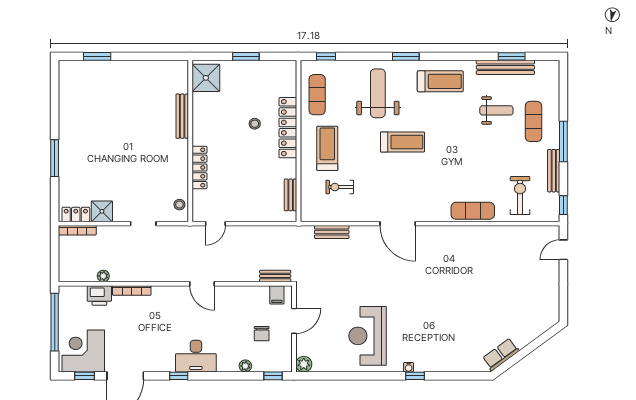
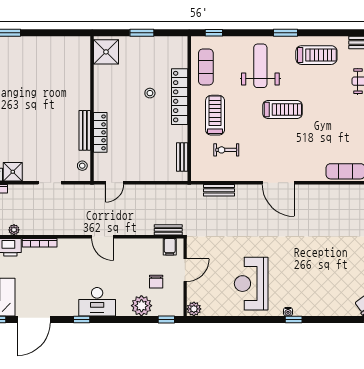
bench: (182, 116) -> (85, 130), moved
plant: (245, 366) -> (141, 306), width x1.88, depth x1.88

